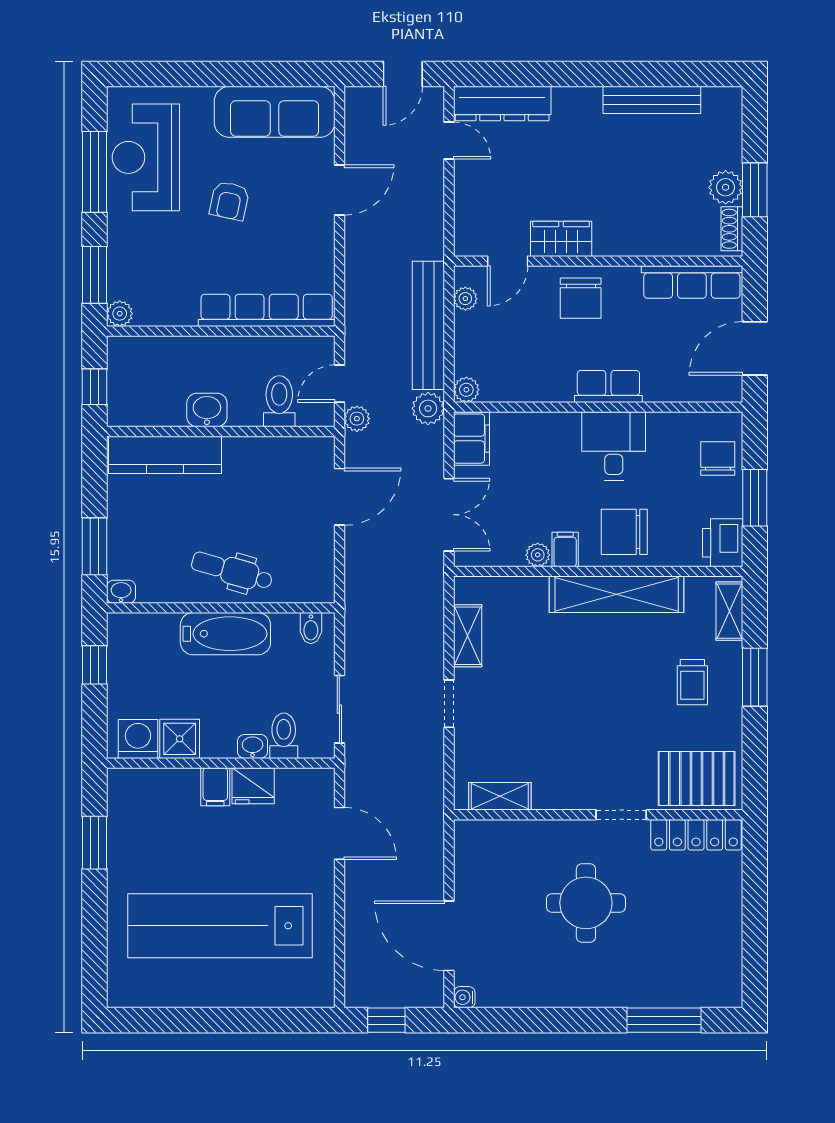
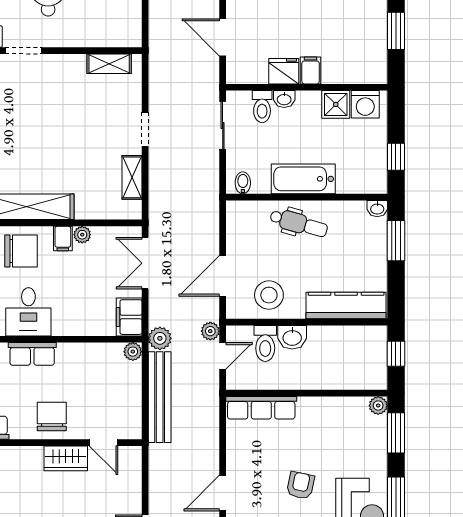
door: (508, 261) -> (104, 443), swing flipped
plant: (465, 299) -> (133, 416), removed
row of seats: (267, 310) -> (261, 408), width x0.73
washbasin: (207, 410) -> (292, 337), moved
stool: (274, 470) -> (269, 295), added

